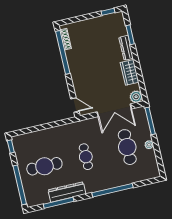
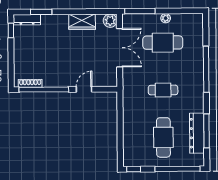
dresser: (126, 48) -> (27, 20), moved
door: (75, 105) -> (84, 89), moved
dresser: (67, 192) -> (197, 133), moved

